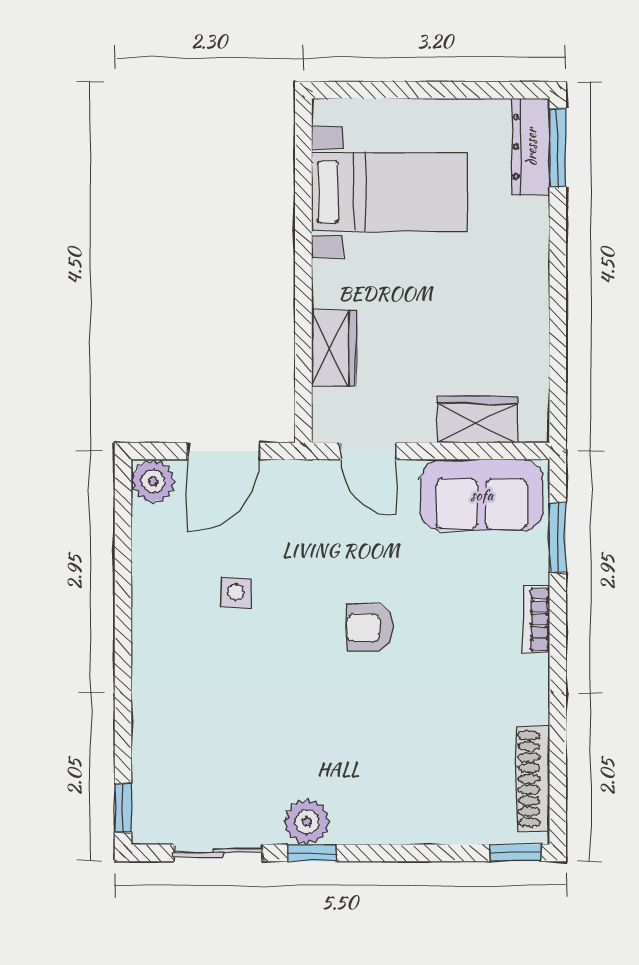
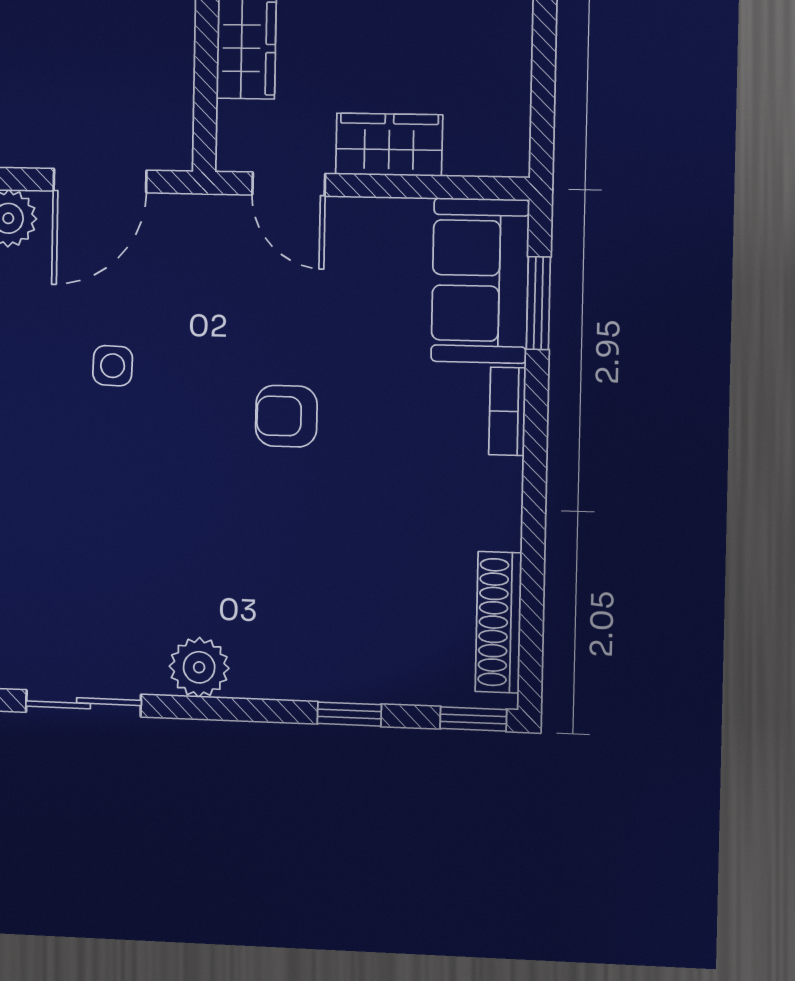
wardrobe: (478, 420) -> (389, 145), moved
sofa: (482, 495) -> (480, 281), moved, turned 90
window: (312, 853) -> (349, 714), moved

